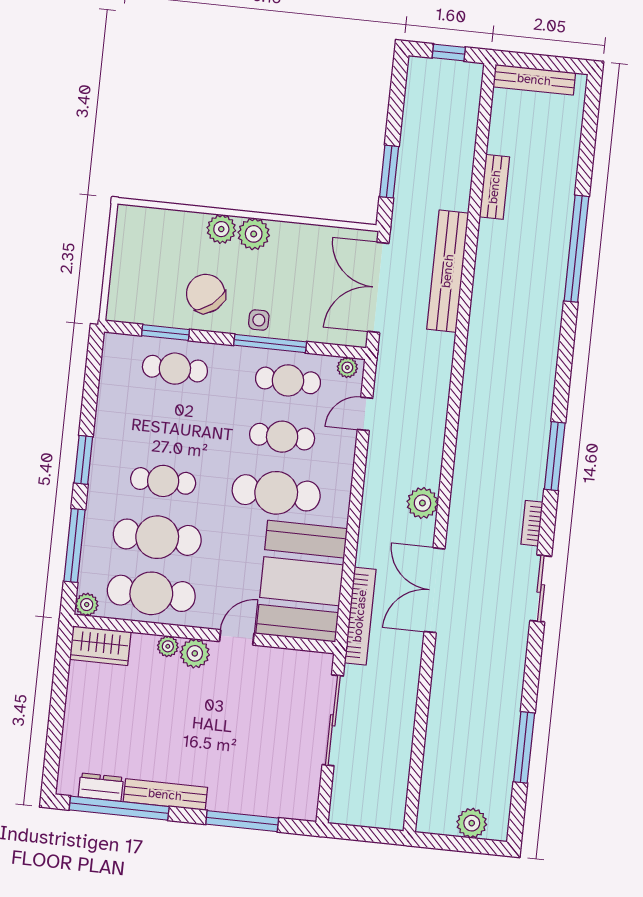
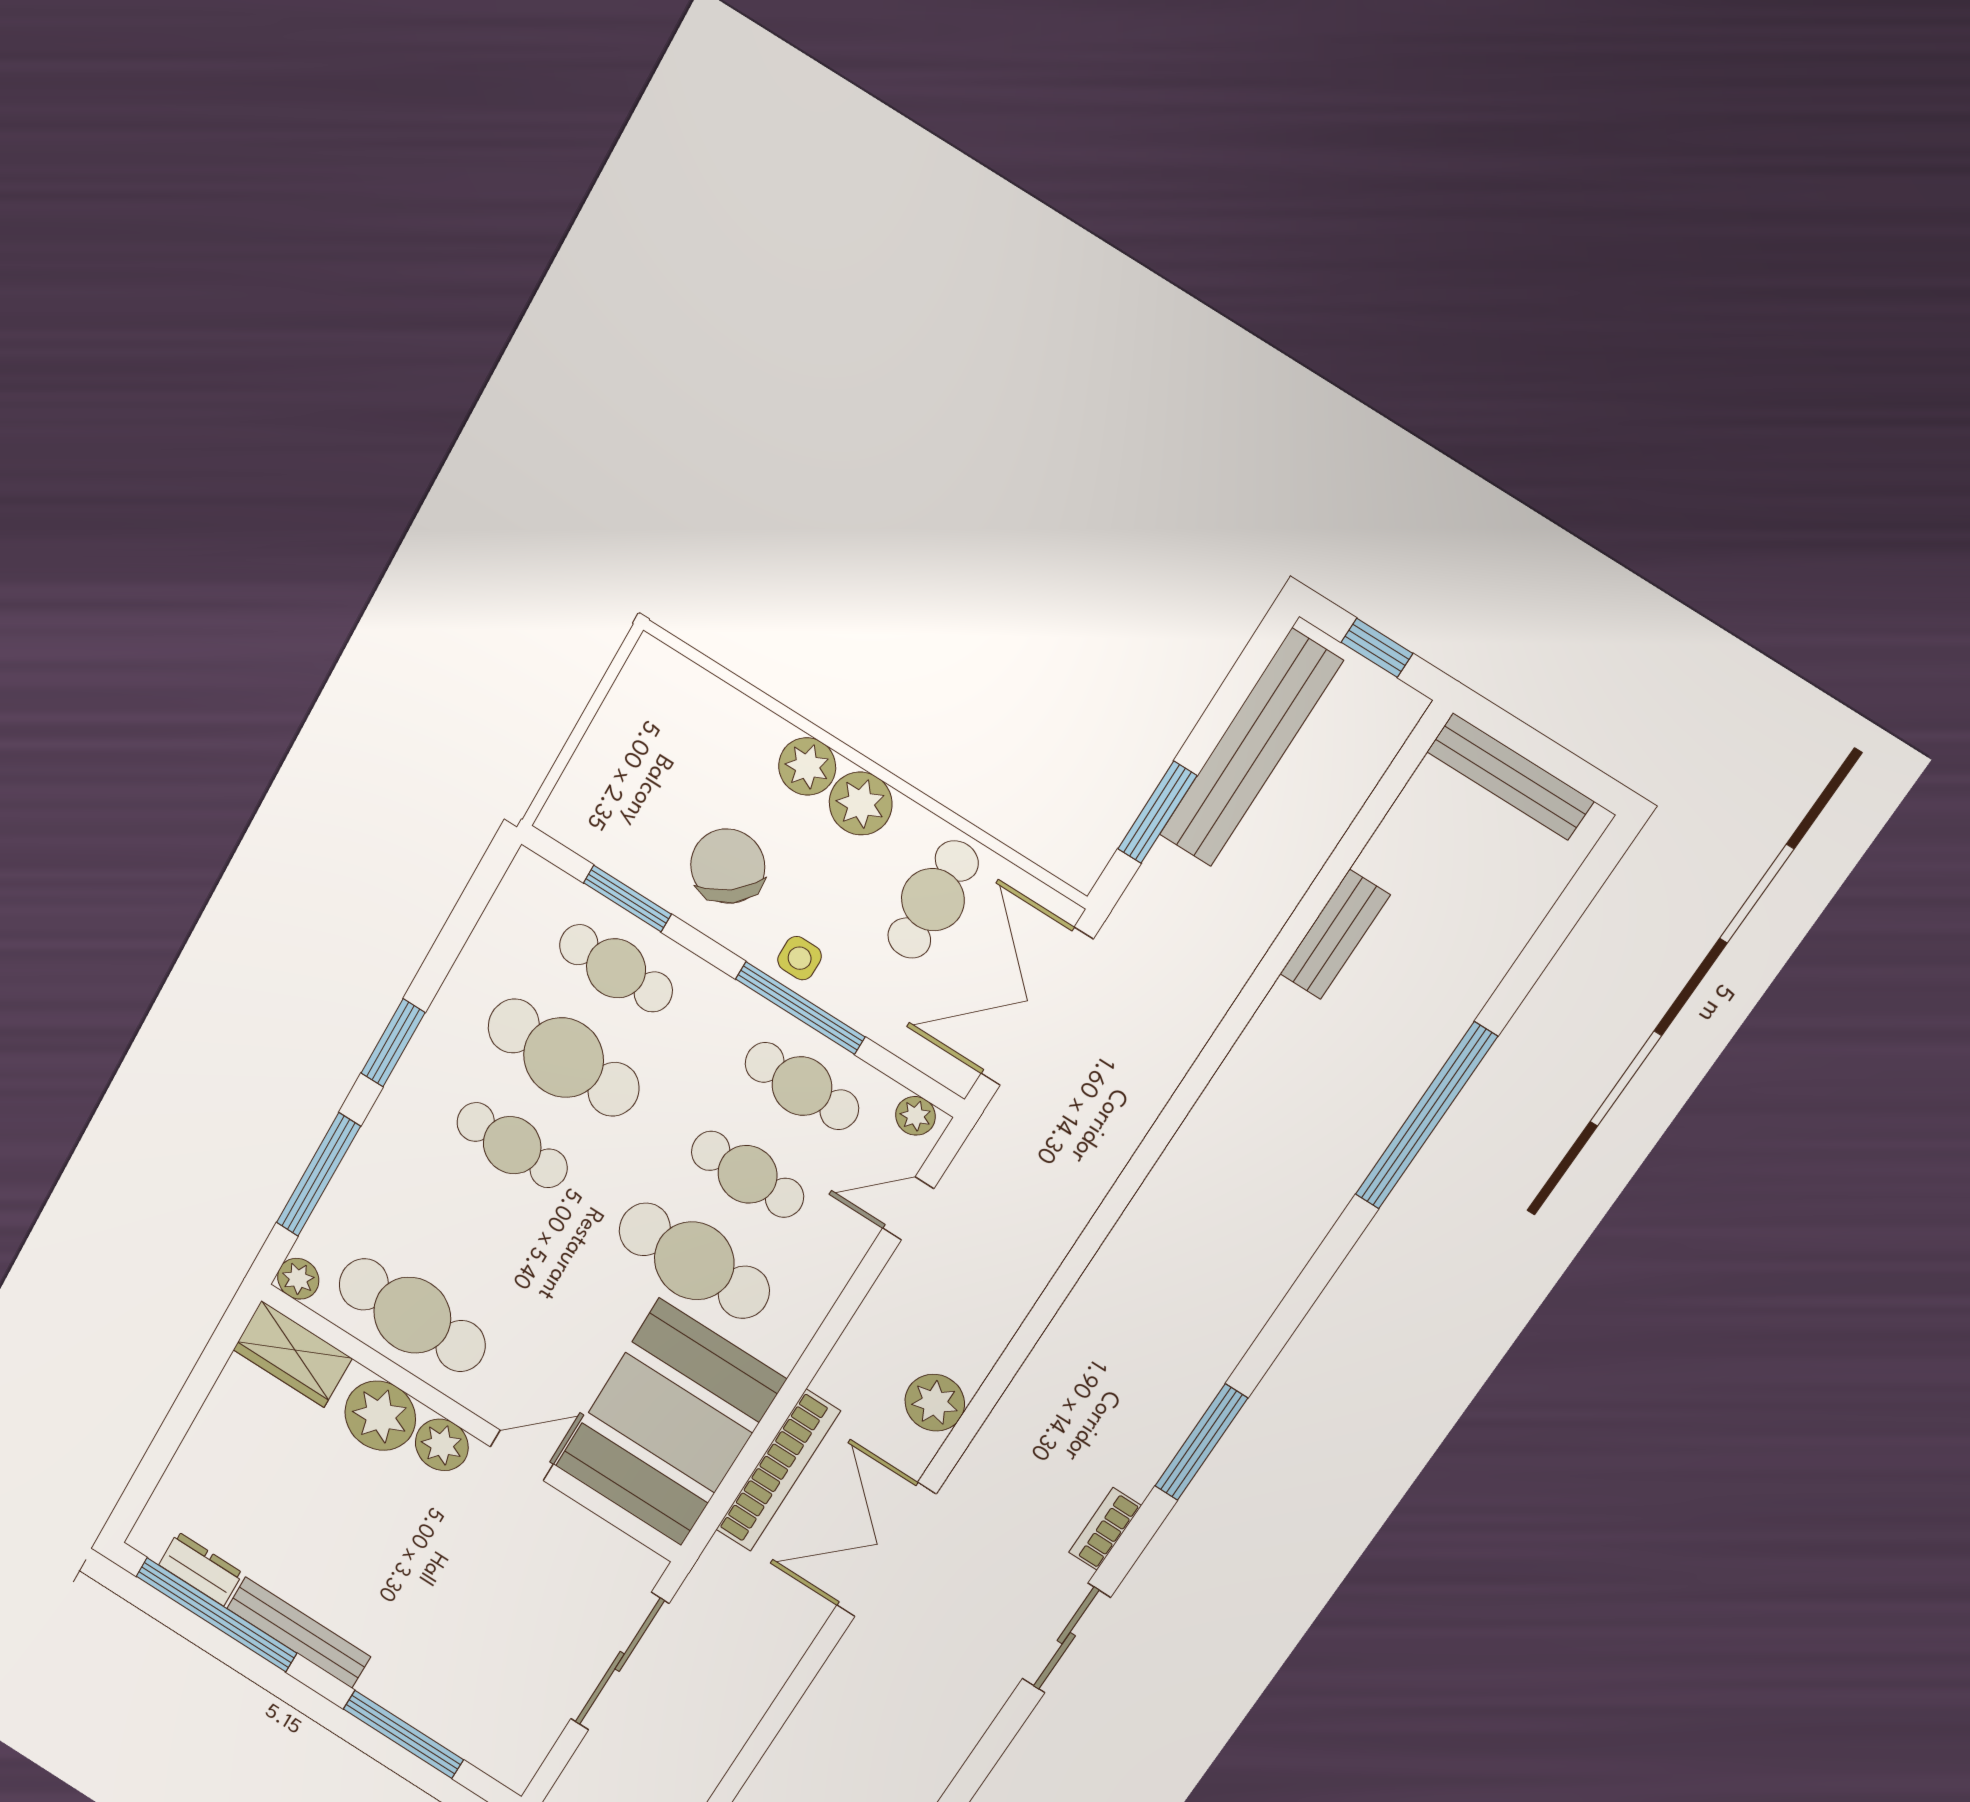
cafe table: (307, 262) -> (933, 900), added
bench: (448, 271) -> (1251, 748), moved
cafe table: (157, 537) -> (564, 1058), moved
bookcase: (360, 616) -> (778, 1470), moved
plant: (168, 646) -> (380, 1416), width x1.88, depth x1.88

